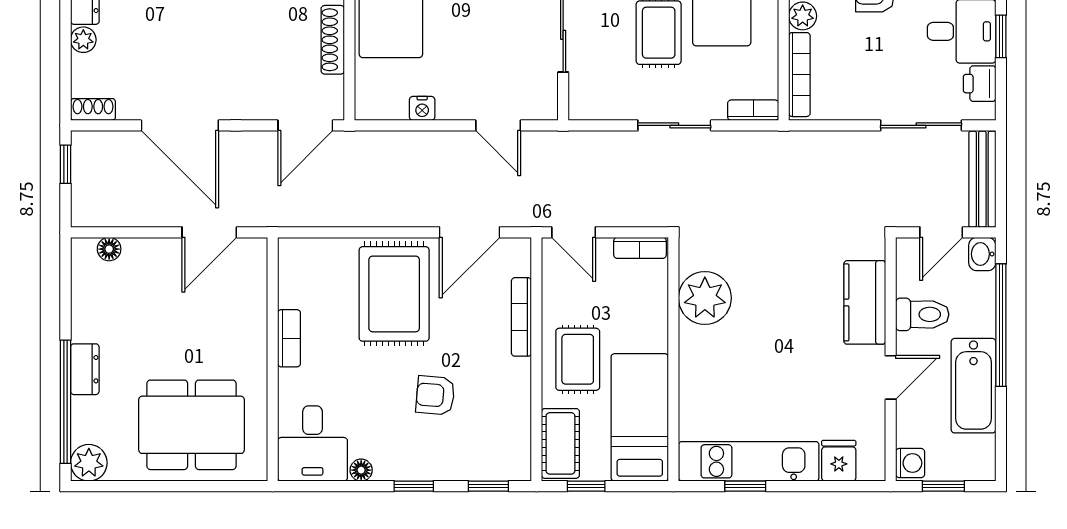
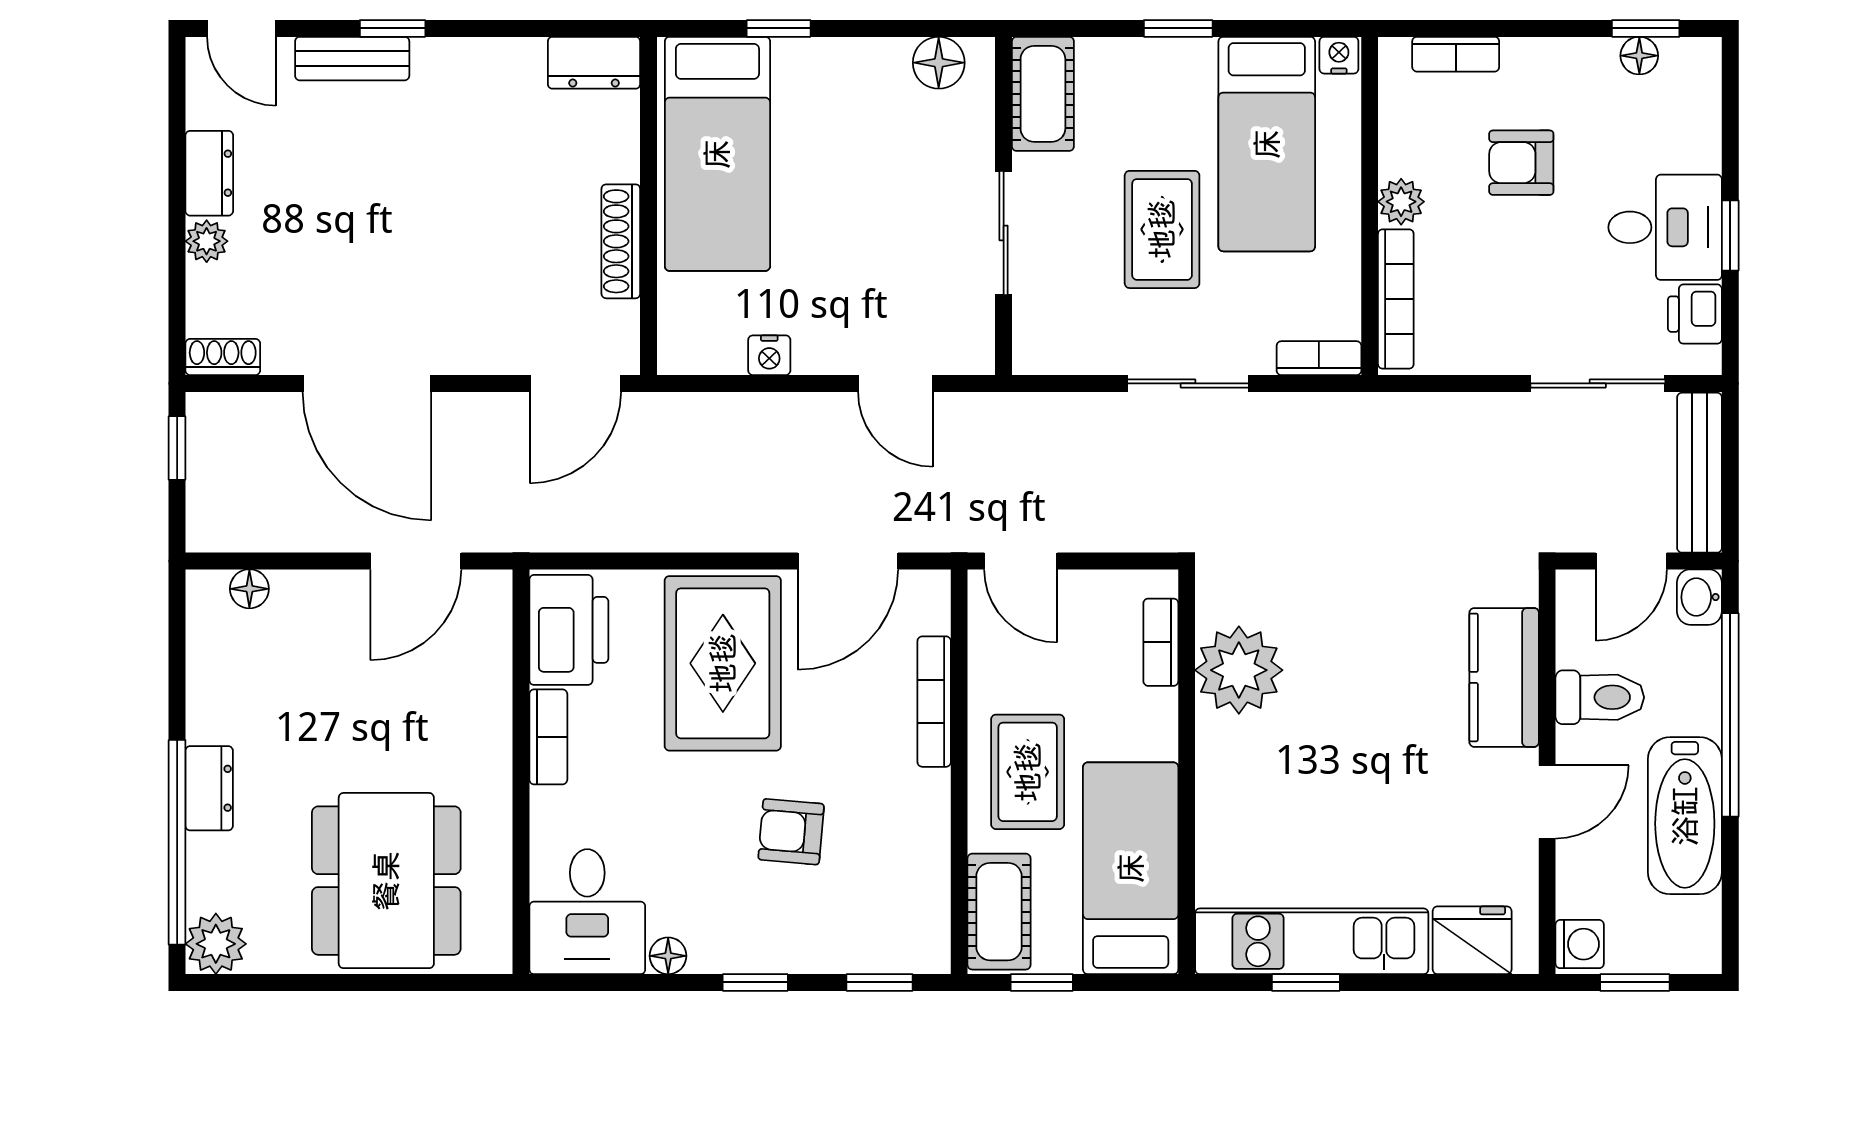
bookcase: (640, 248) -> (1161, 642), moved, turned 90
printer: (301, 274) -> (569, 630), added
dining table: (191, 425) -> (386, 881), turned 90
fridge: (839, 461) -> (1472, 940), width x1.38

